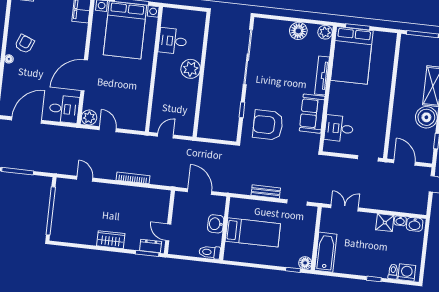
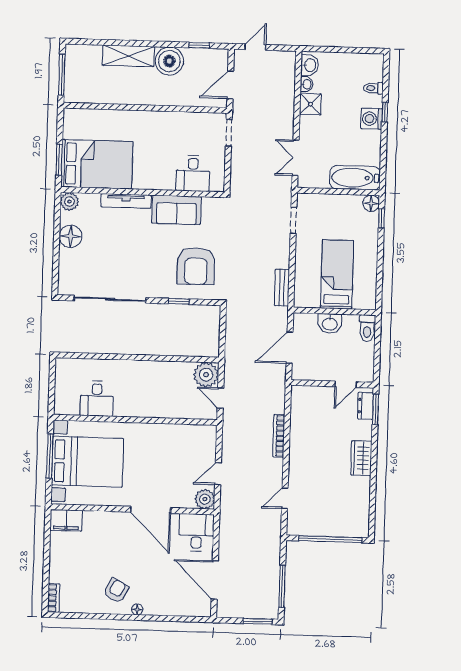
armchair: (25, 44) -> (116, 591), turned 97
plant: (191, 69) -> (206, 375), moved
bench: (266, 192) -> (282, 288), moved
washing machine: (407, 273) -> (372, 119), moved

